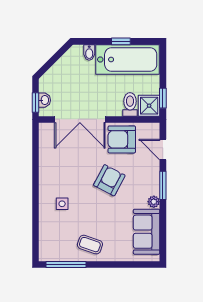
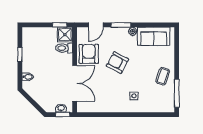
bathtub: (128, 60) -> (33, 50), removed
armchair: (122, 139) -> (89, 54), turned 180

